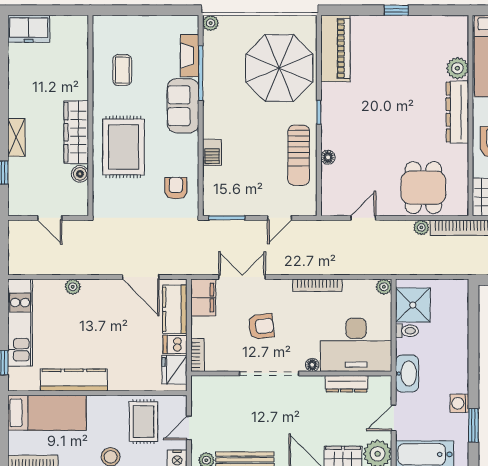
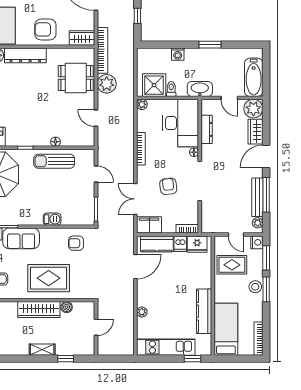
sun lounger: (299, 155) -> (54, 161), turned 180
plant: (421, 227) -> (107, 84), width x1.88, depth x1.88
washing machine: (459, 403) -> (178, 54), moved
window: (473, 425) -> (210, 45), moved

